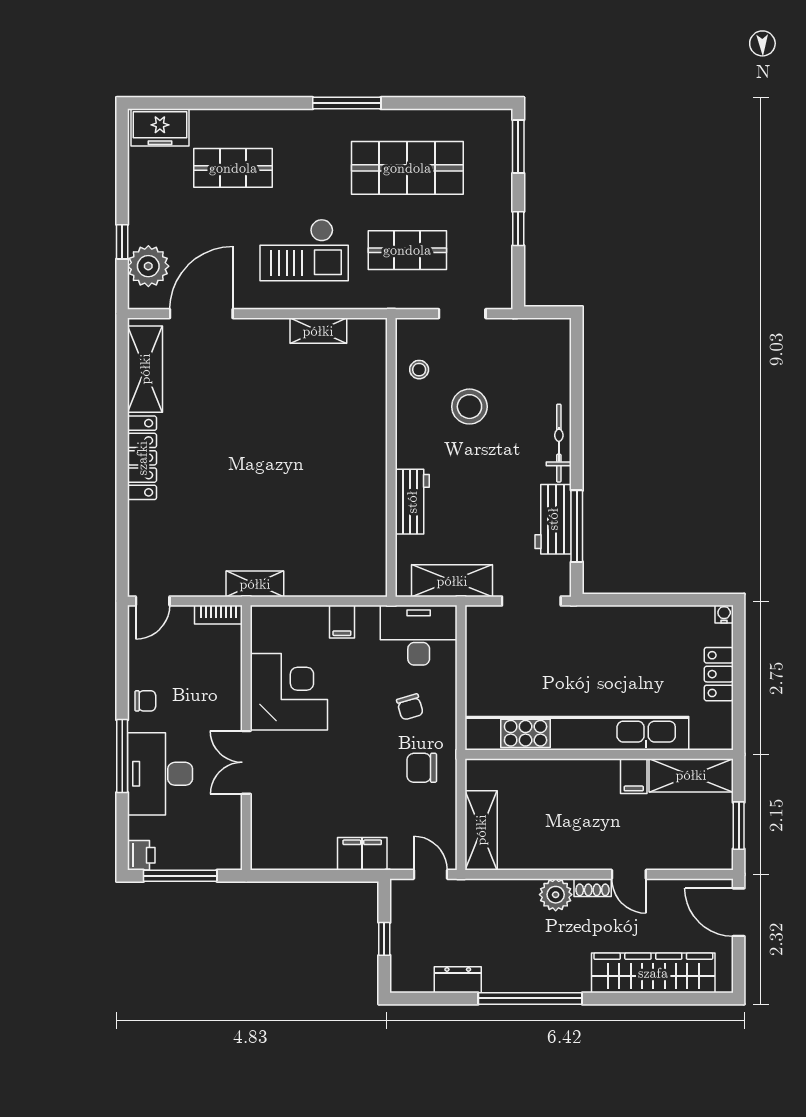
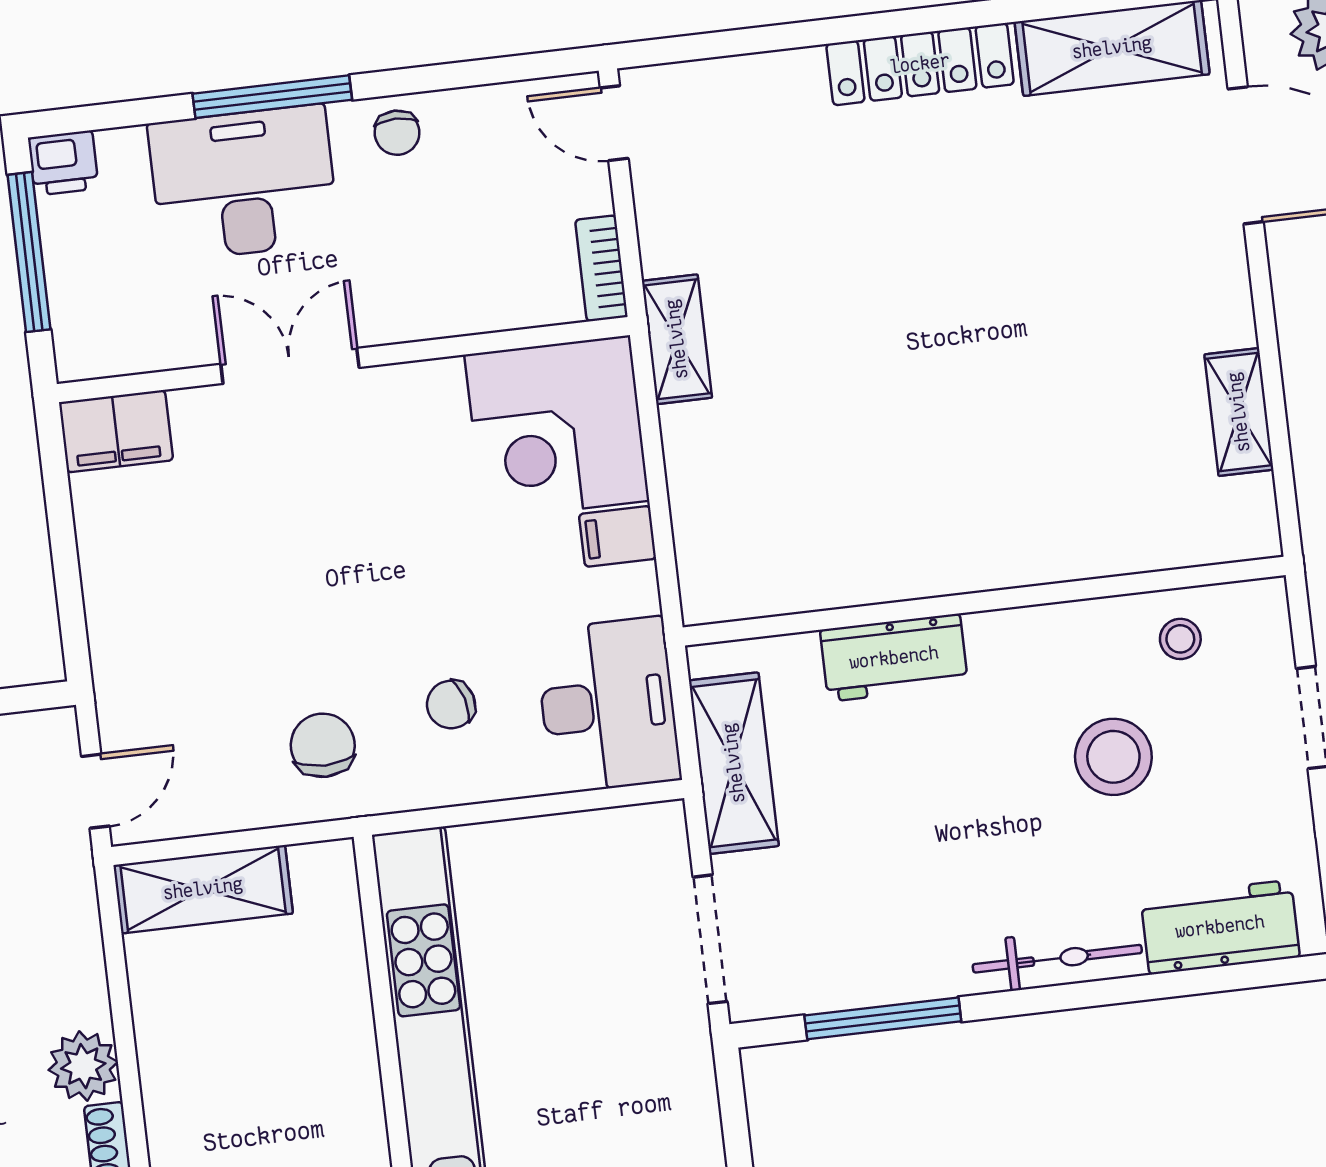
workbench: (553, 519) -> (1220, 927), moved
corner desk: (289, 692) -> (557, 428), moved, turned 90
filing cabinet: (362, 854) -> (116, 431), moved, turned 90

